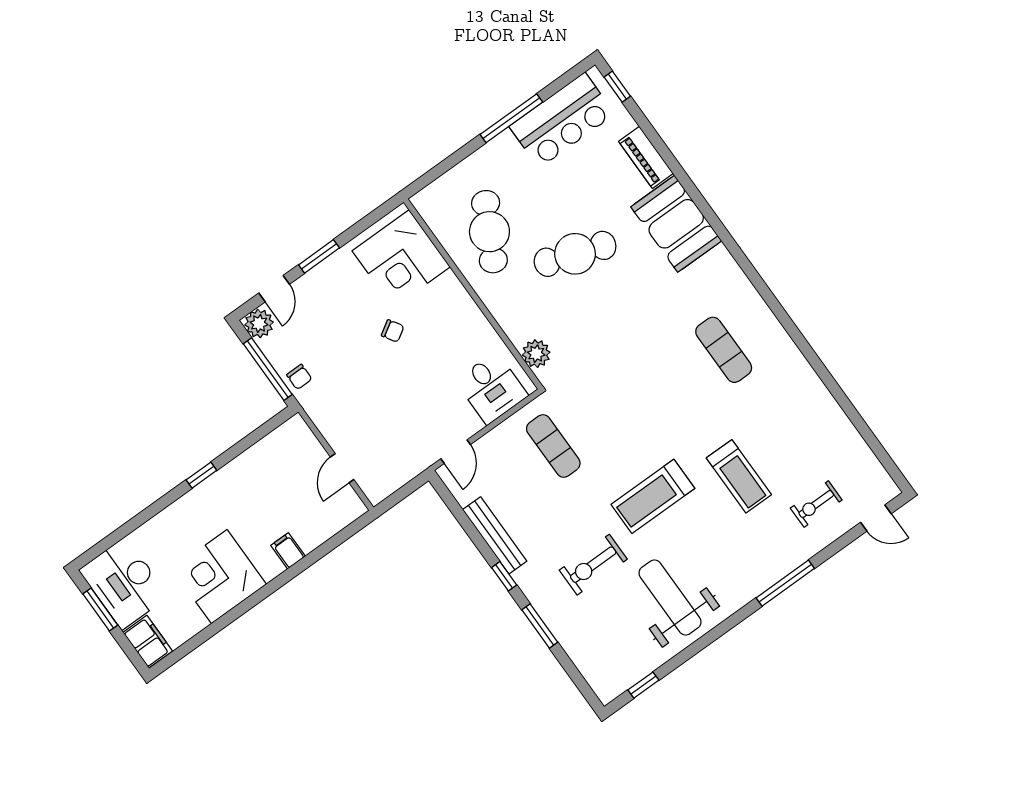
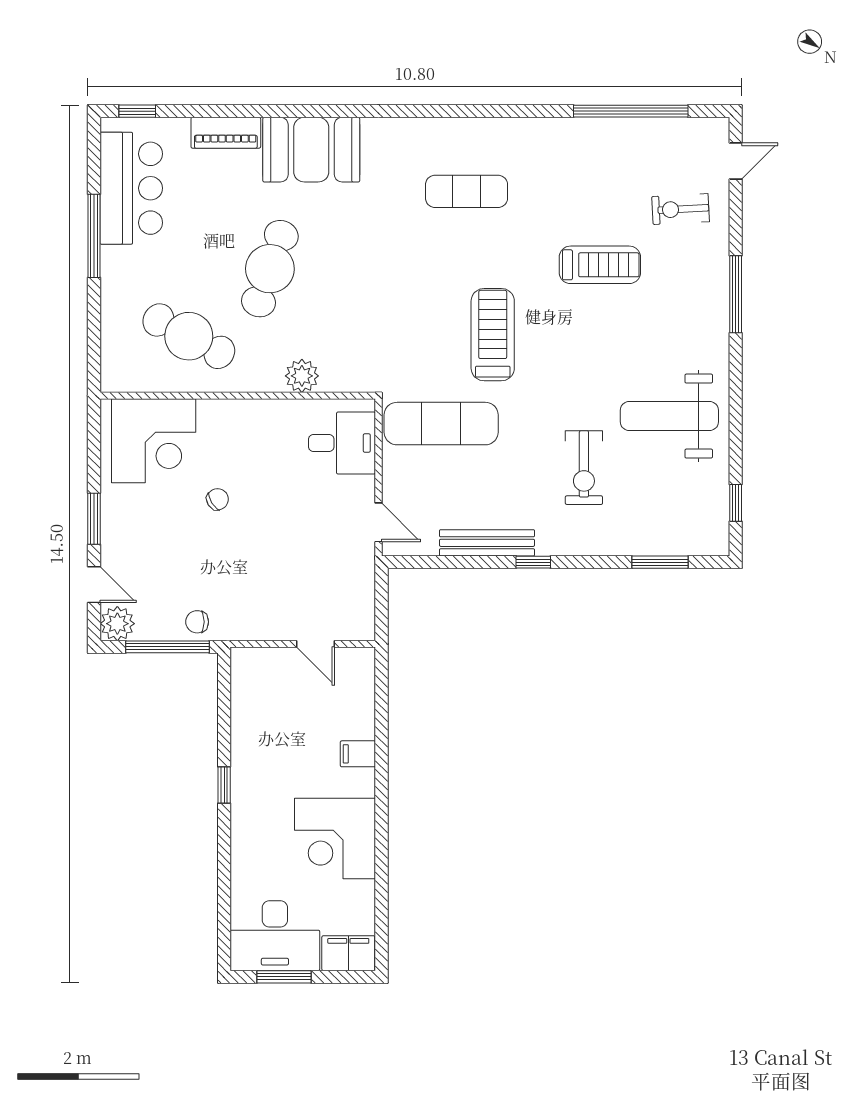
plant: (536, 354) -> (302, 376), moved
chair: (299, 377) -> (197, 622), turned 180
window: (858, 422) -> (631, 111), added
exercise mat: (553, 446) -> (441, 424), width x1.36, depth x1.45
treadmill: (653, 496) -> (493, 335), moved, turned 180
exercise bike: (816, 504) -> (681, 209), turned 87
window: (540, 626) -> (660, 562), moved

